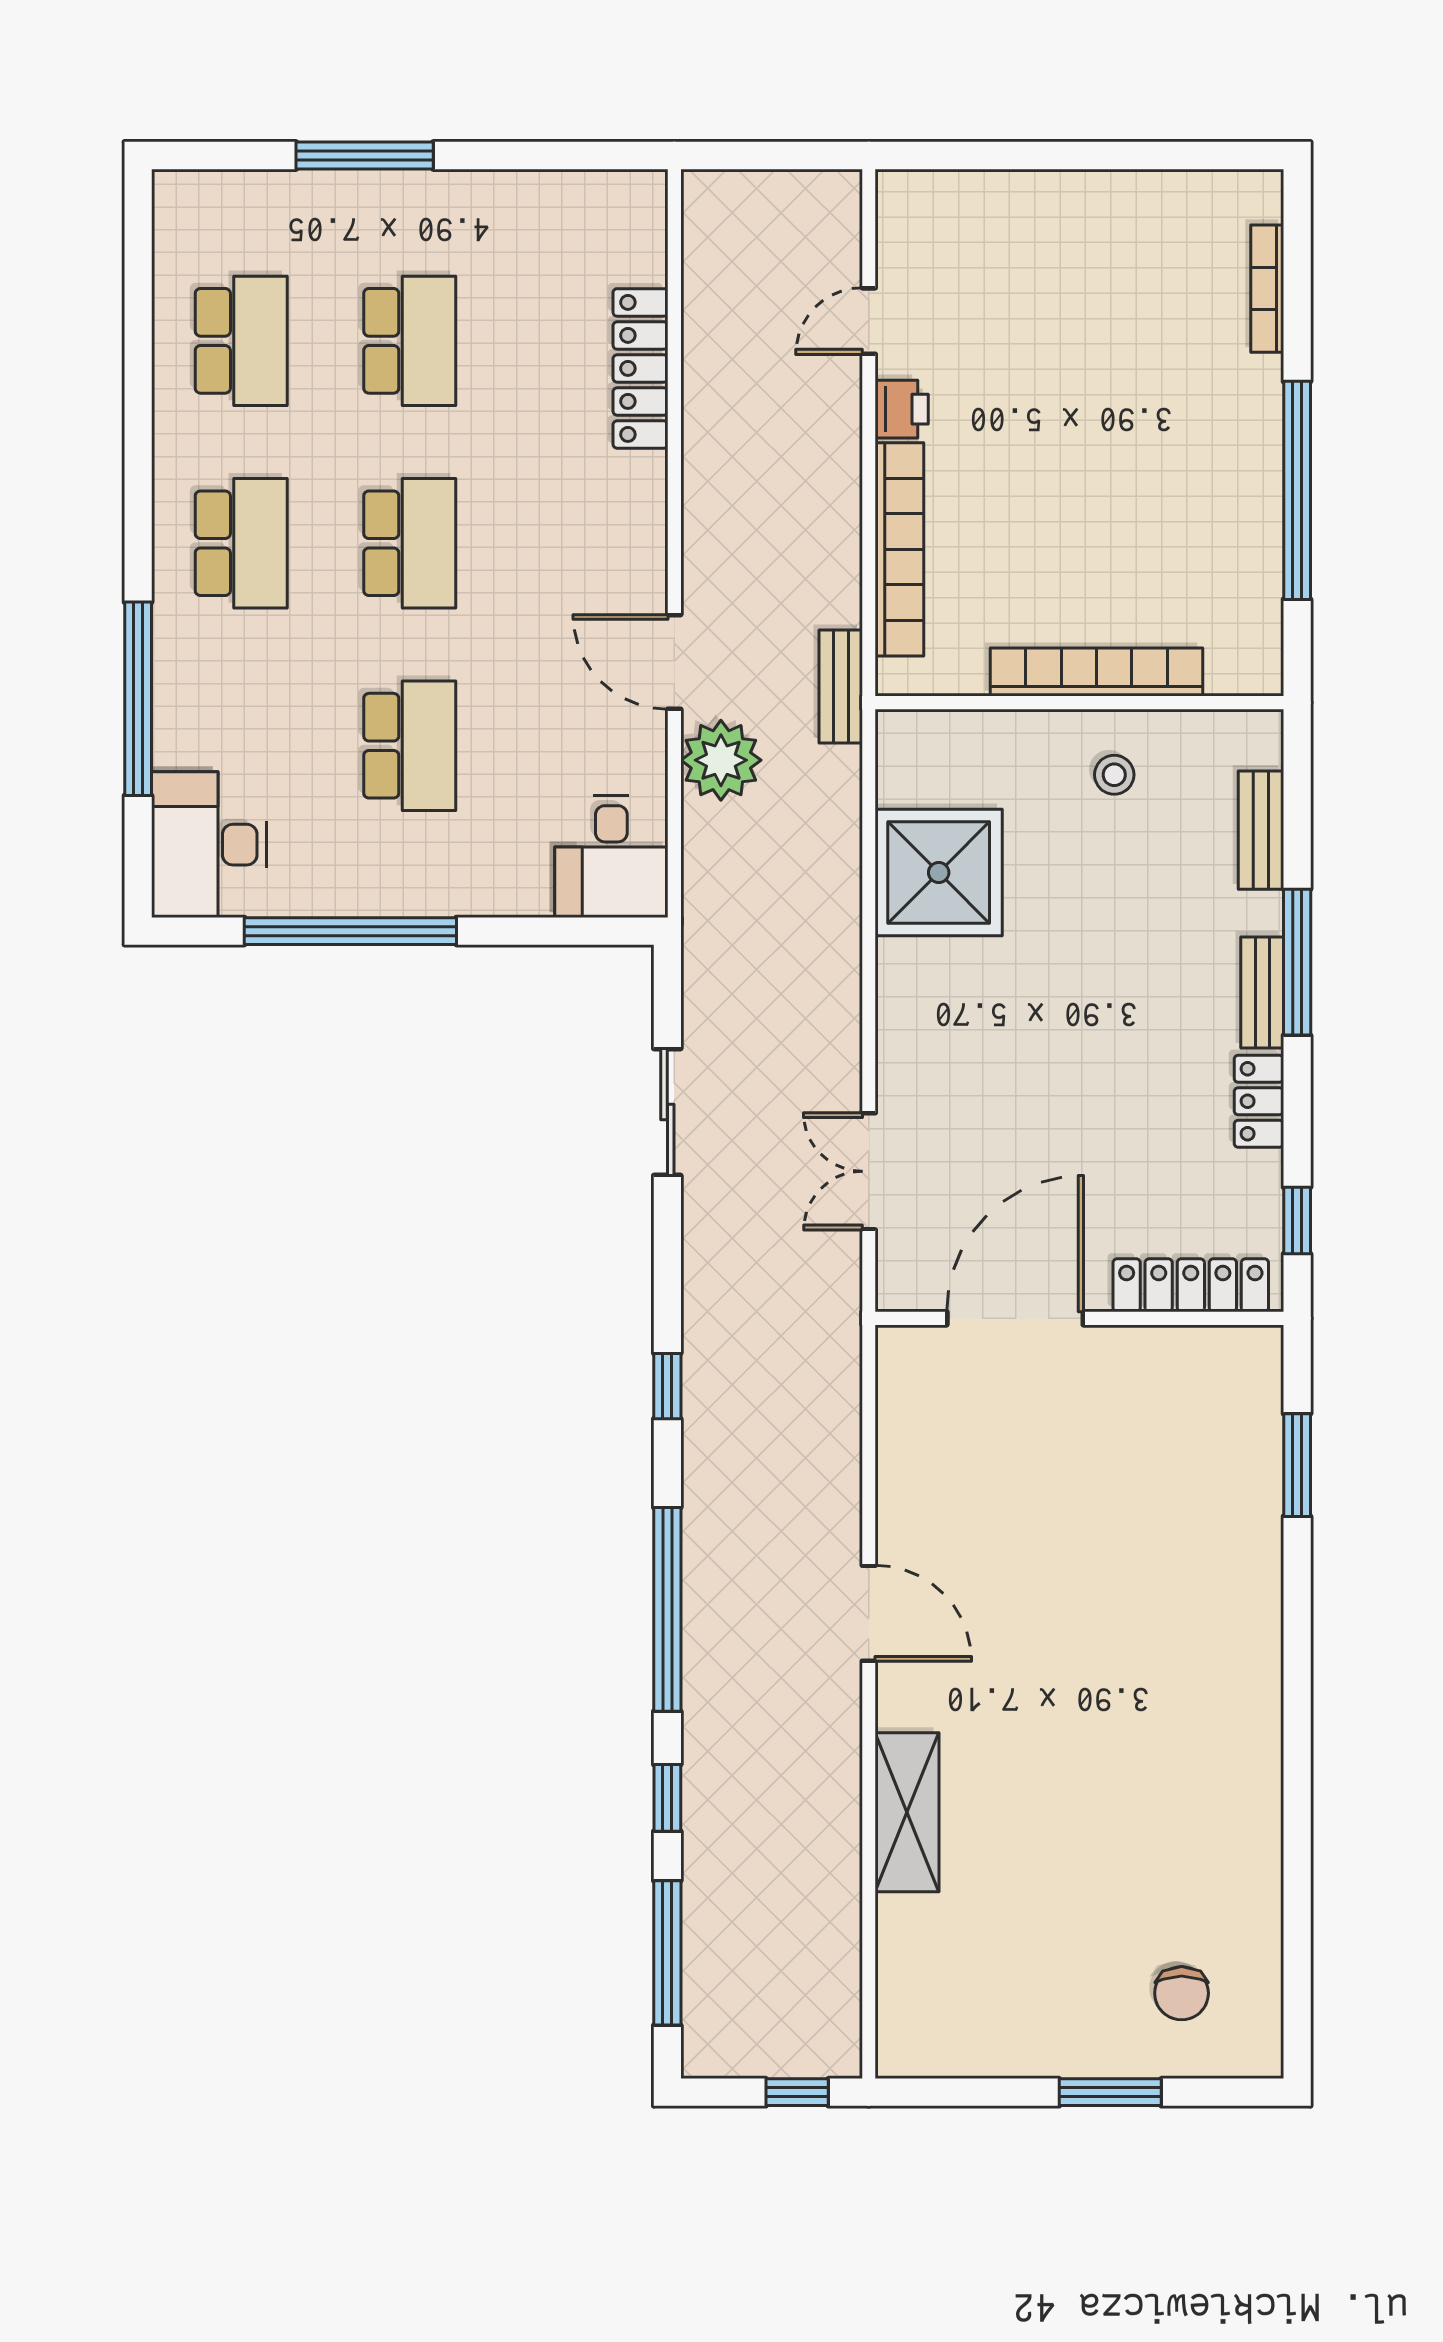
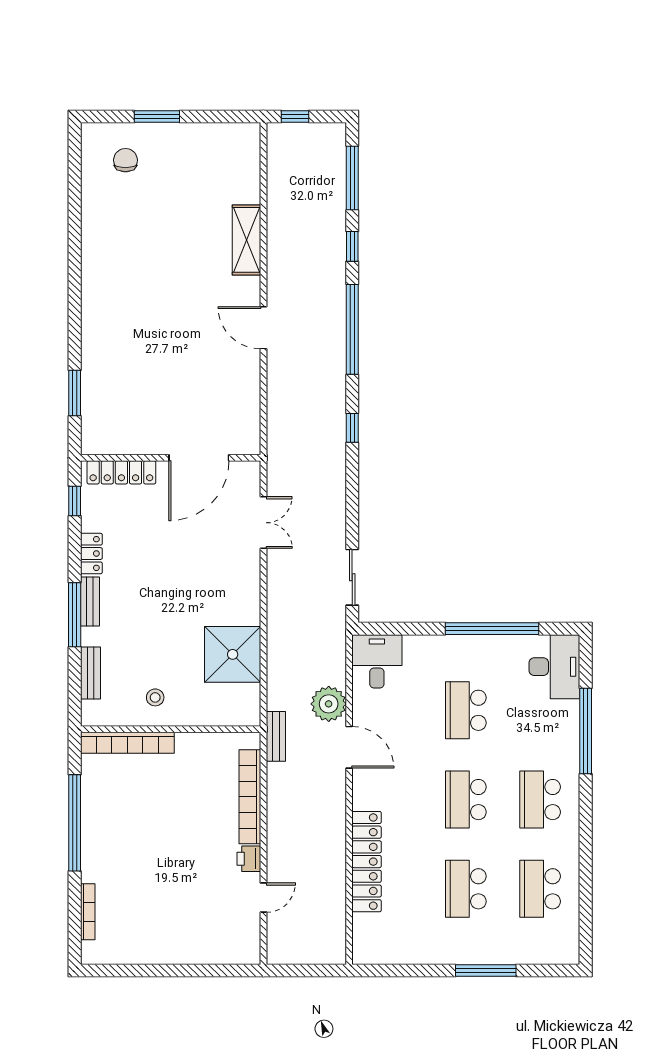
locker: (641, 368) -> (367, 862), width x1.41, depth x1.21
bookcase: (1097, 672) -> (127, 743), moved
sliding door: (667, 1112) -> (352, 577), moved

